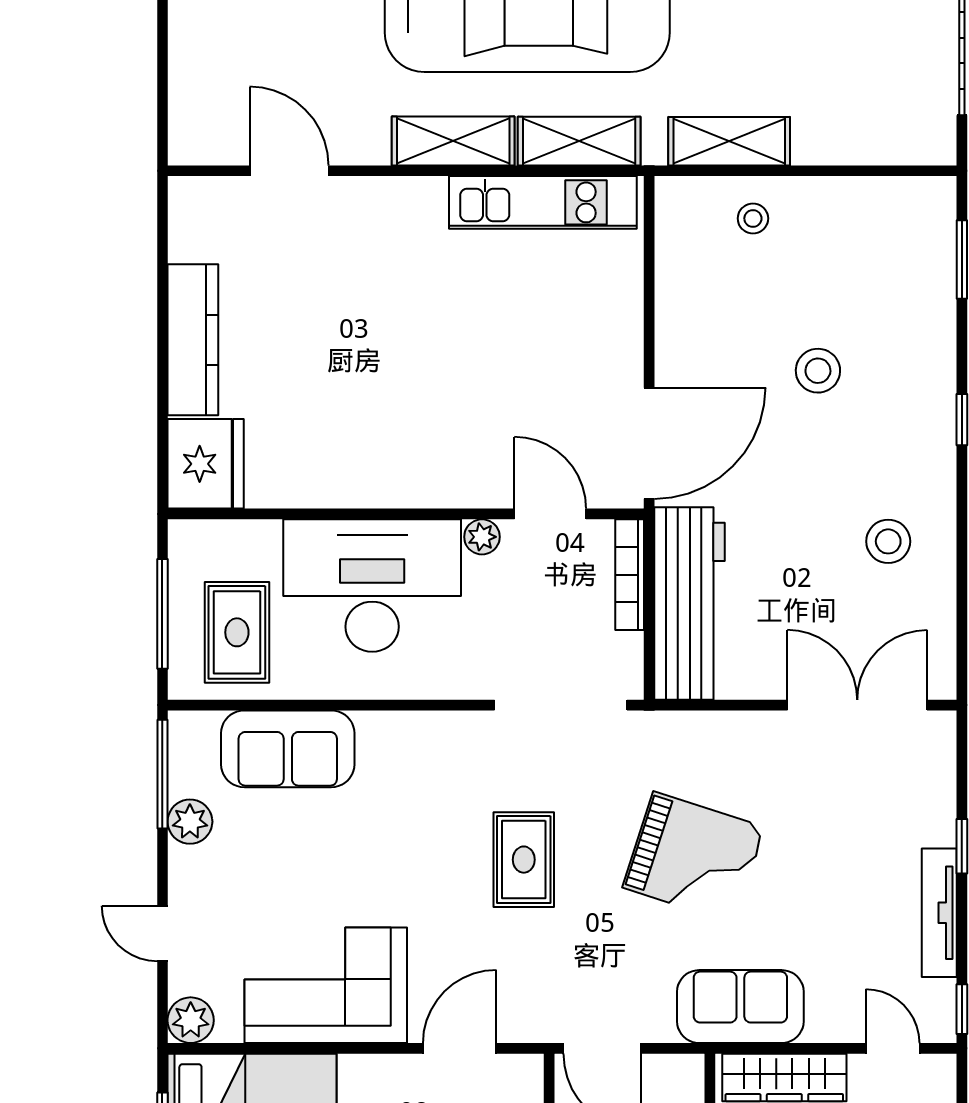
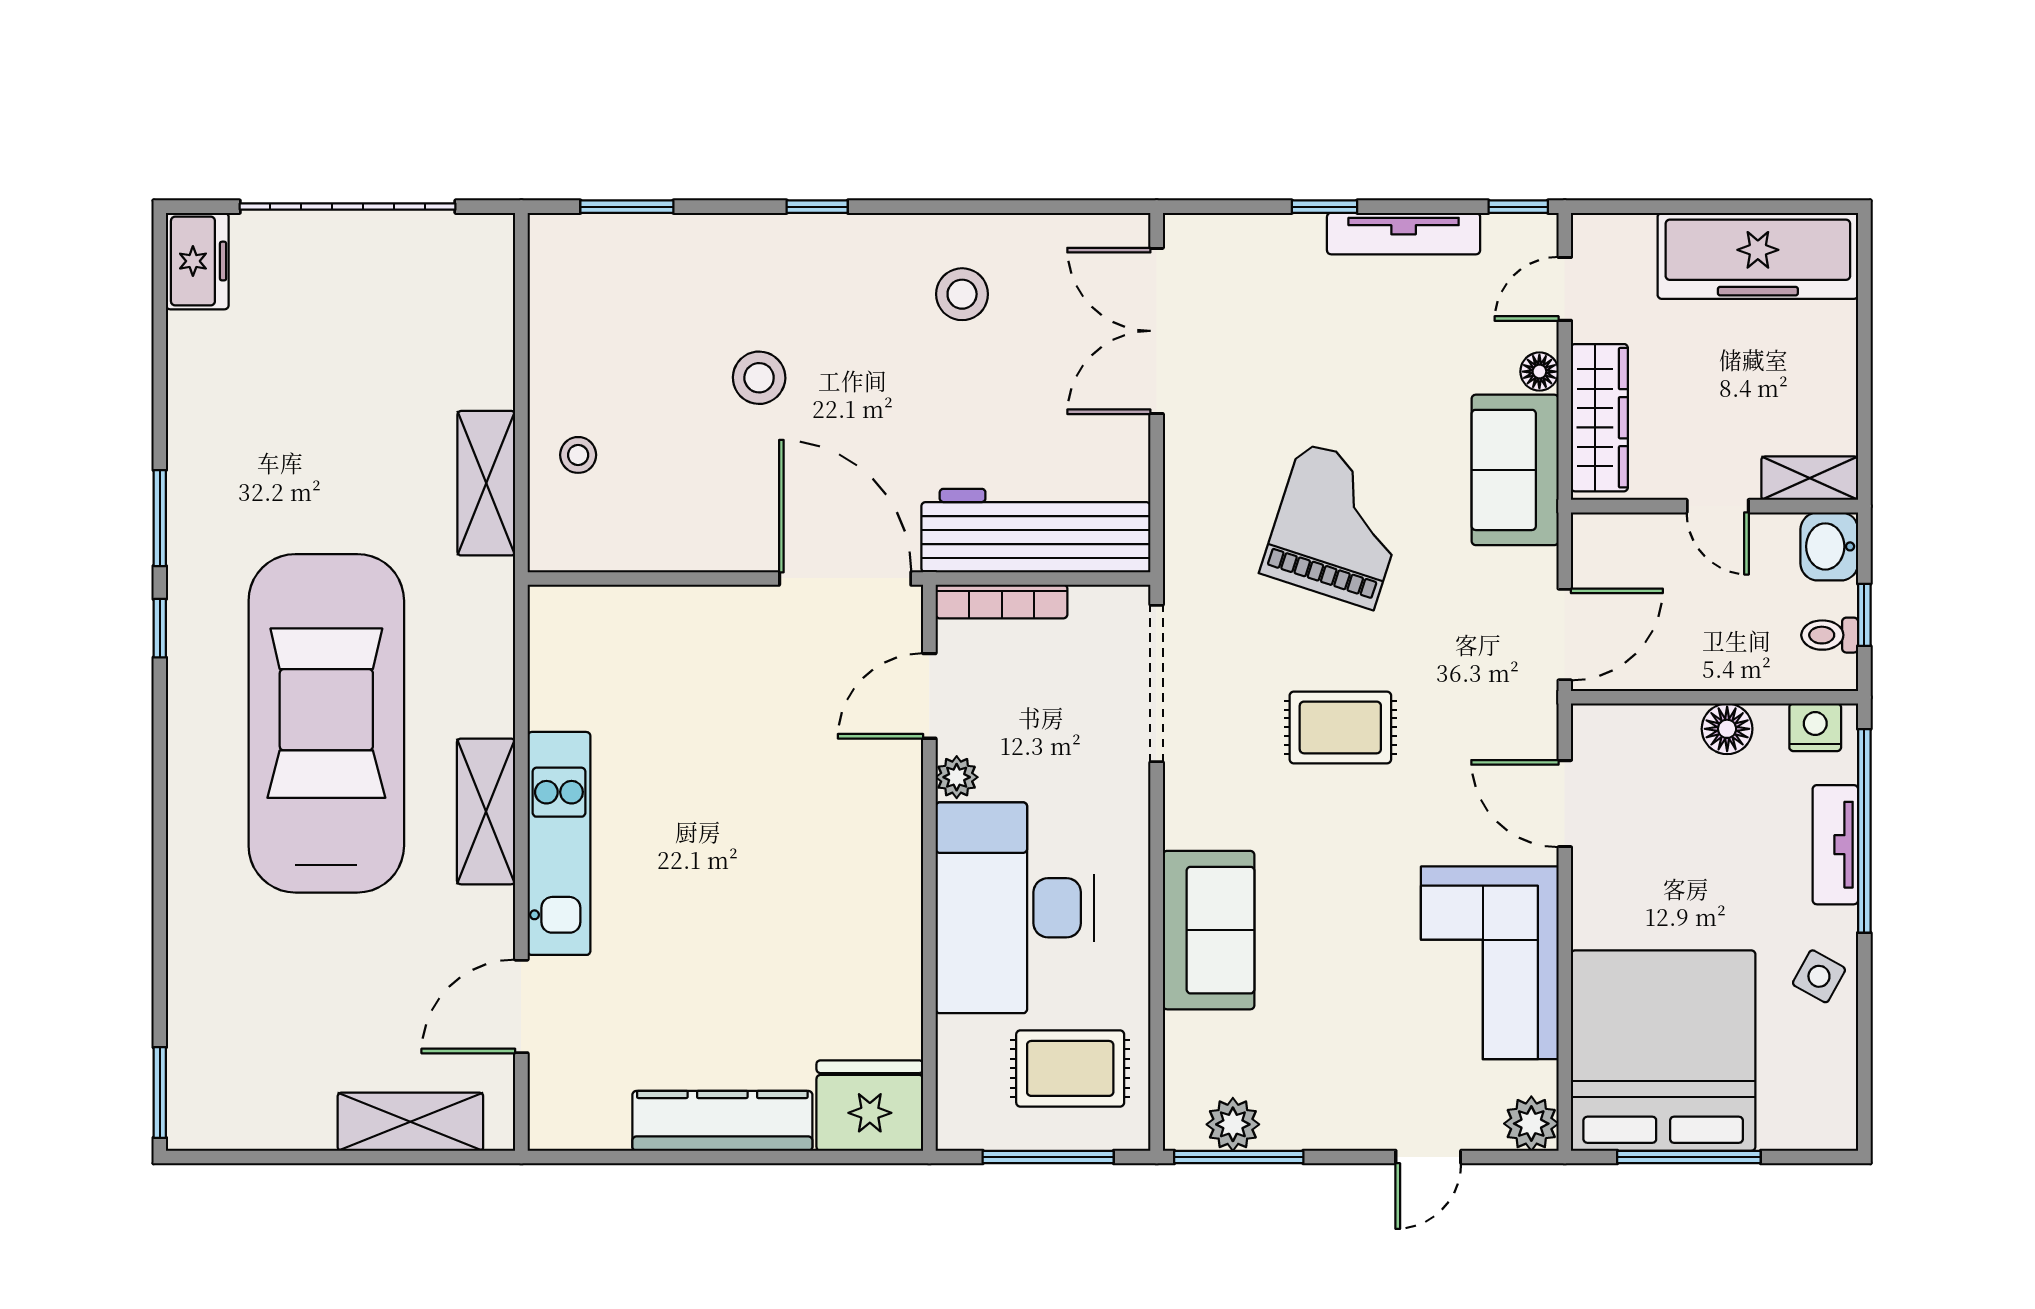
shelving: (579, 141) -> (410, 1122), moved, turned 90
kitchen unit: (543, 202) -> (559, 843), moved
sofa: (288, 749) -> (1209, 930), moved
plant: (190, 822) -> (1233, 1124), moved
floor lamp: (823, 1027) -> (1539, 372), added

